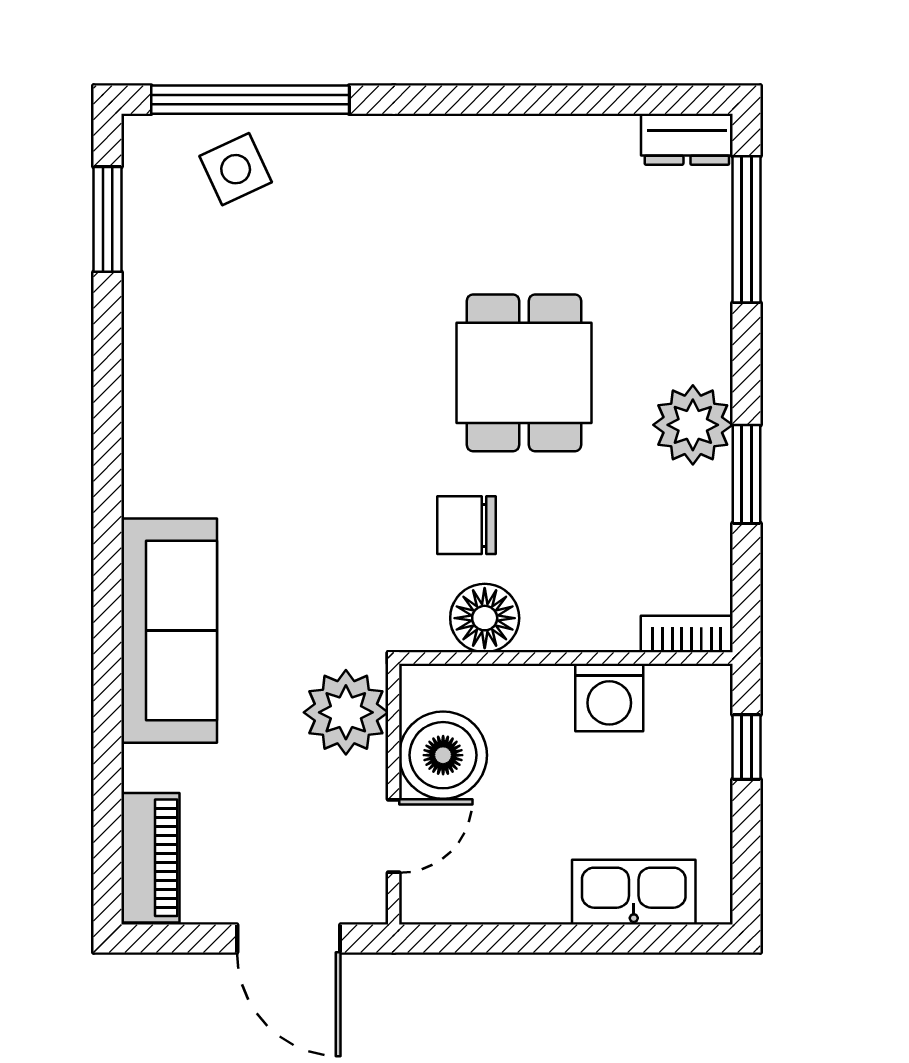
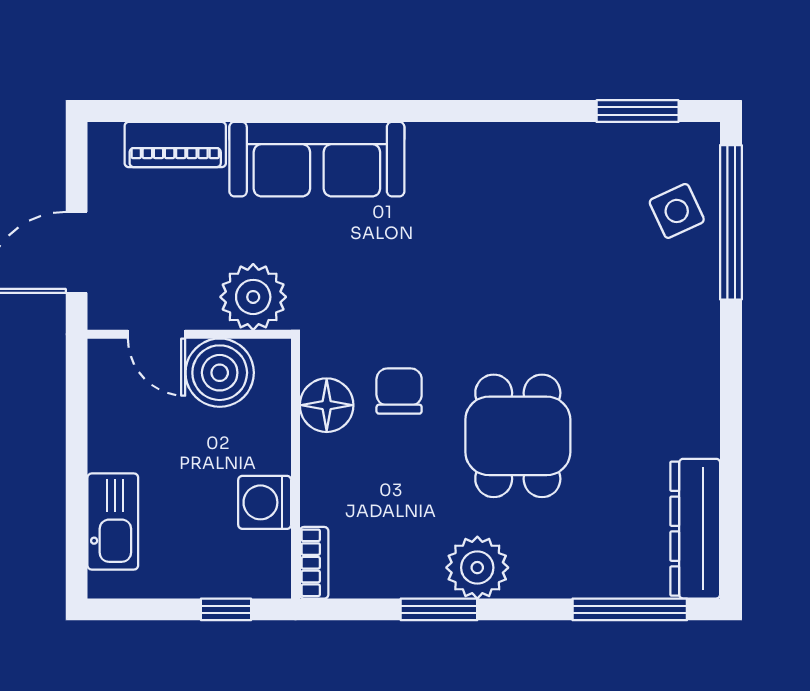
dresser: (687, 139) -> (695, 529), width x1.96, depth x1.24
dining table: (524, 373) -> (518, 436), turned 90
piano: (150, 858) -> (175, 145), moved

